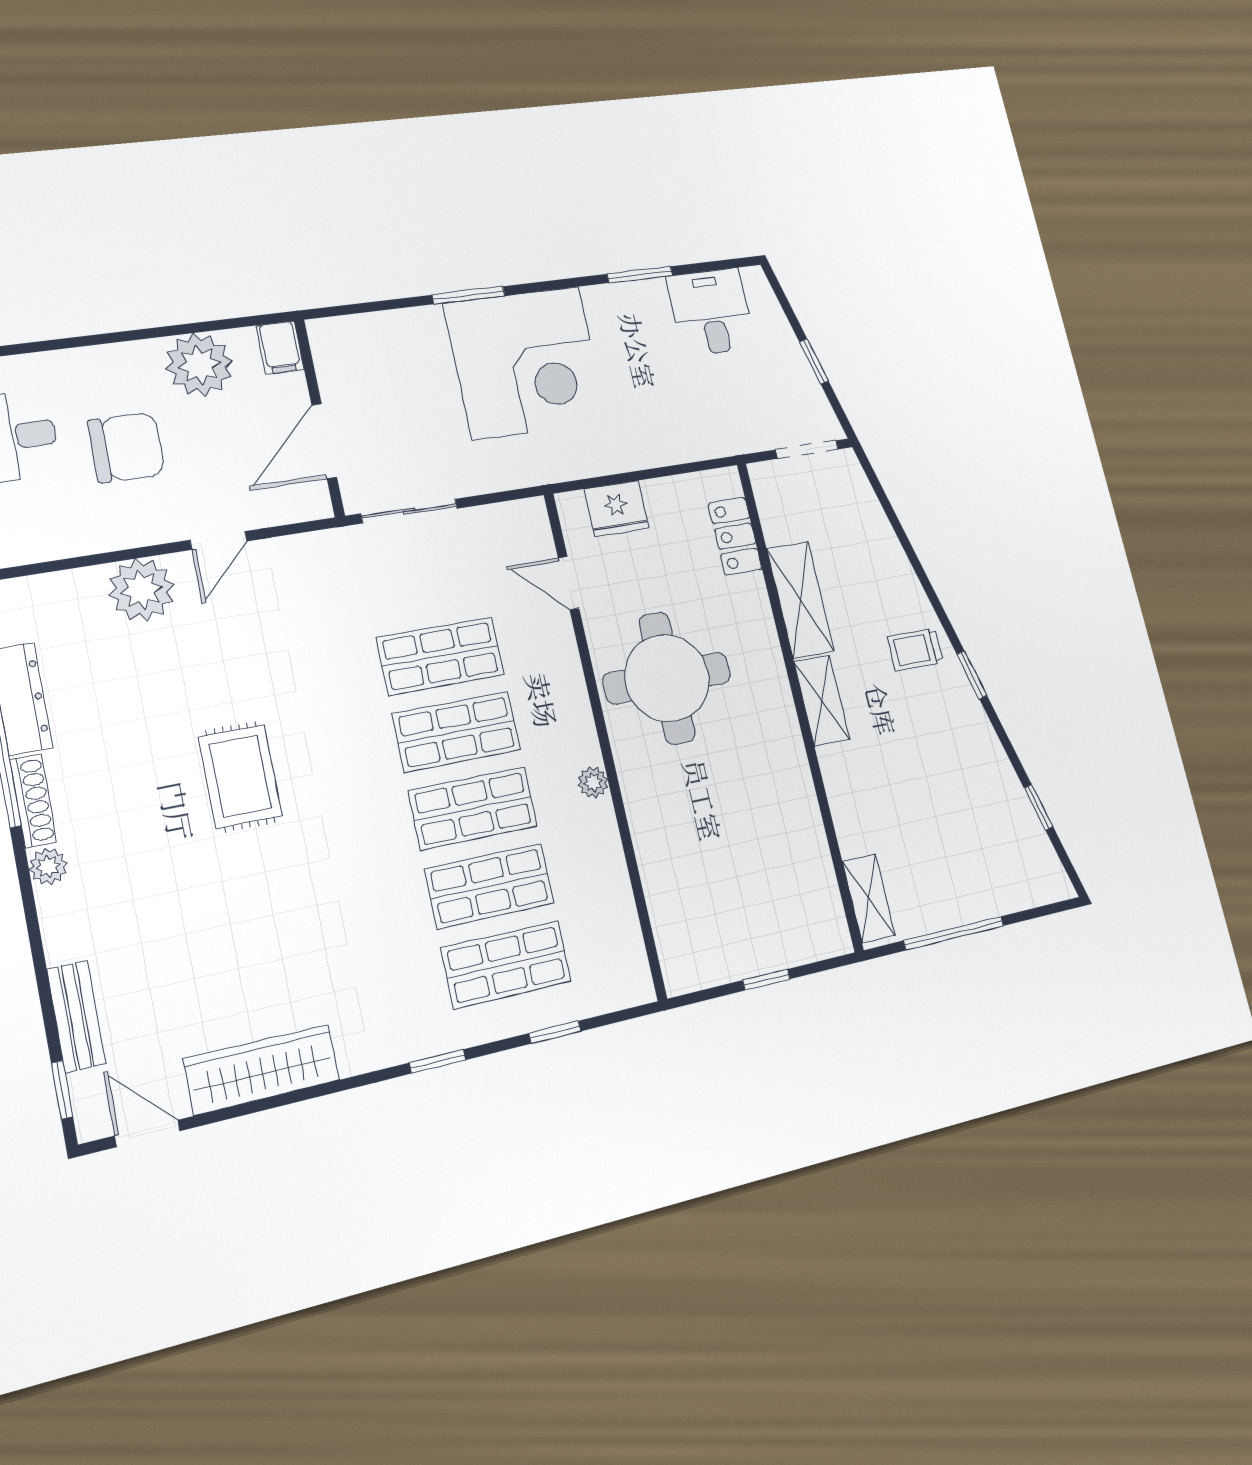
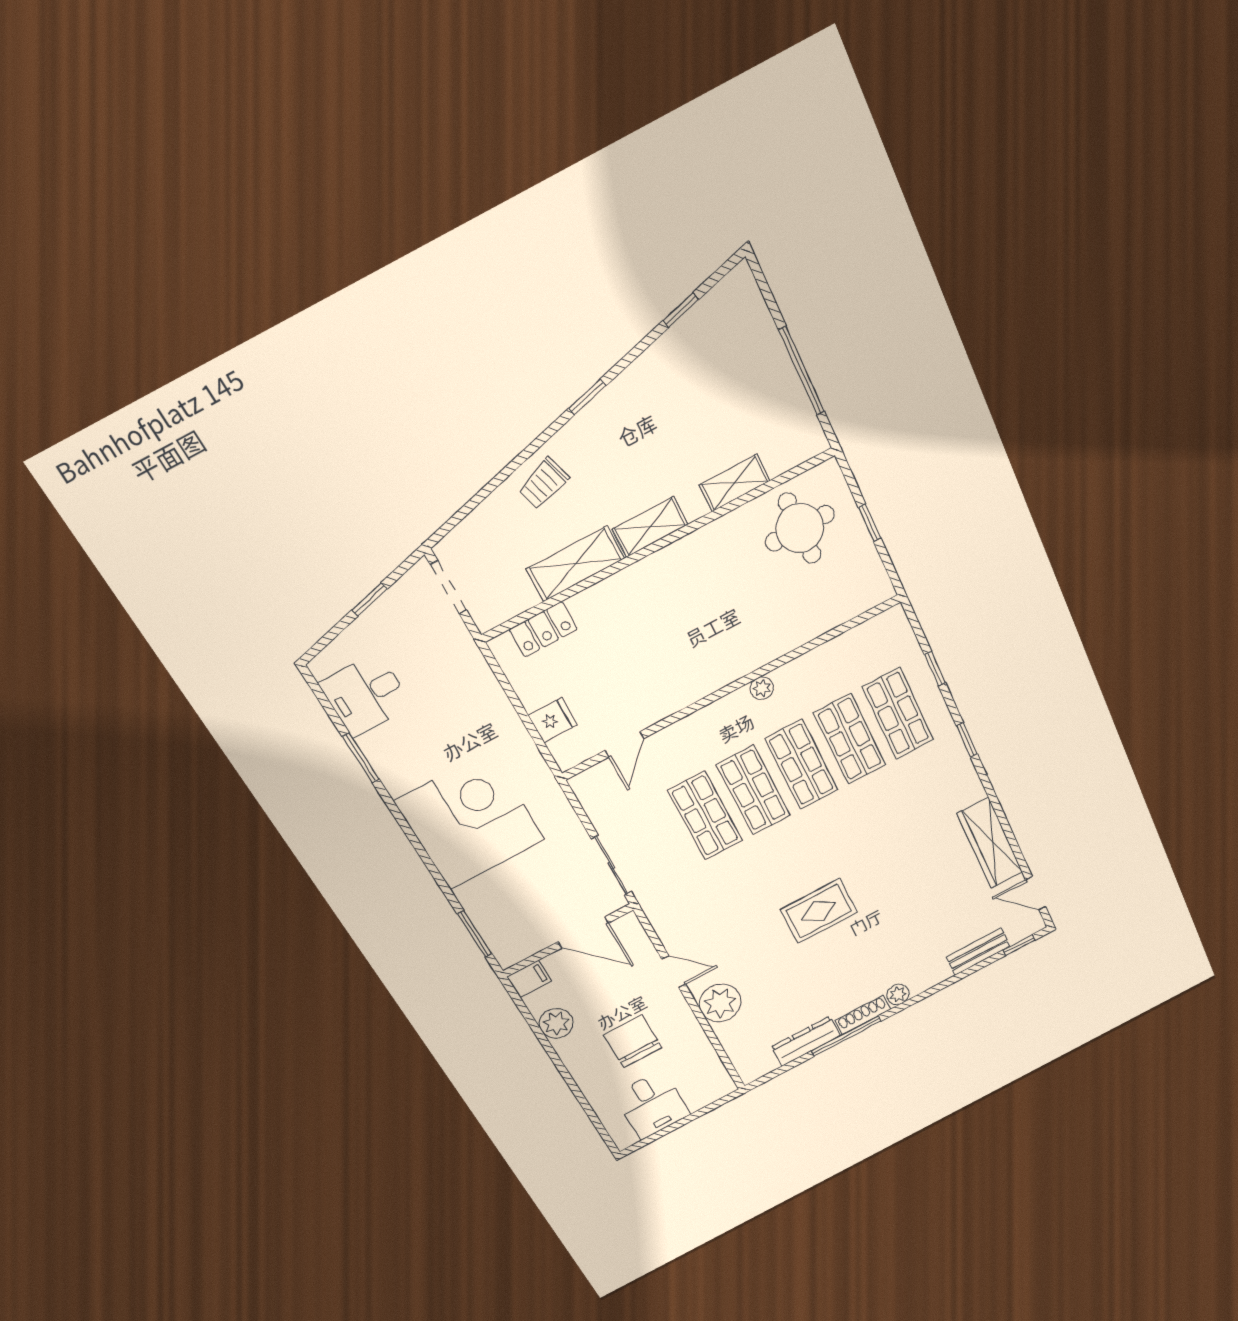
window: (469, 295) -> (475, 934), moved
plant: (199, 365) -> (556, 1023), width x0.73, depth x0.73
fridge: (617, 509) -> (553, 720), width x0.72
trolley: (915, 650) -> (544, 483), moved, turned 72
round table: (667, 678) -> (800, 528), moved, width x0.73, depth x0.73
shelving: (869, 898) -> (734, 483), moved
door: (147, 1133) -> (1036, 893), hinge flipped

